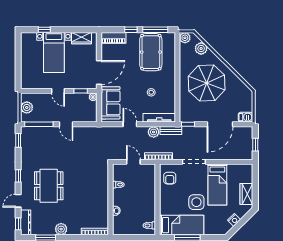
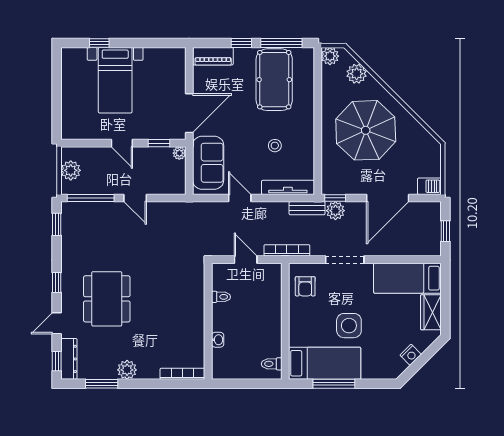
wardrobe: (82, 38) -> (161, 57), removed
plant: (154, 132) -> (335, 211), moved
bed: (217, 184) -> (407, 278), moved, turned 90

